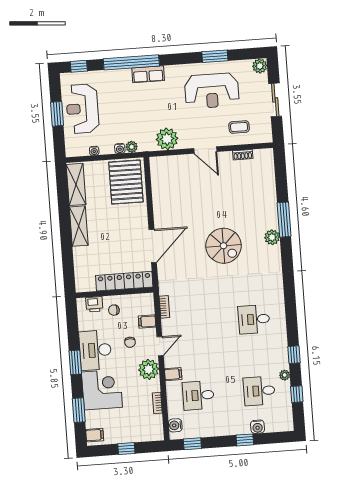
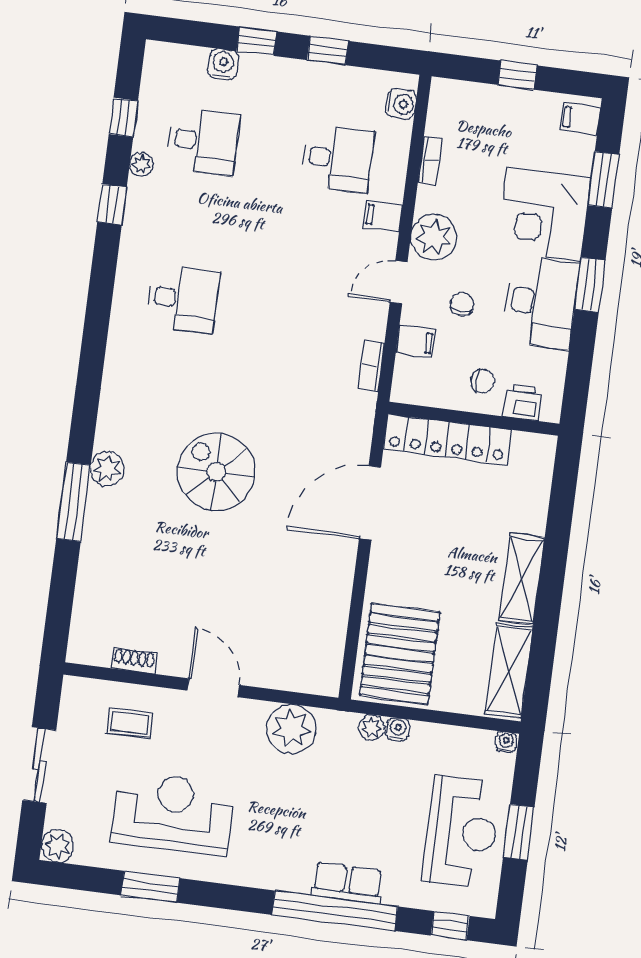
row of seats: (148, 74) -> (347, 883), moved
water cooler: (94, 151) -> (506, 742), moved
window: (192, 444) -> (328, 50), moved

